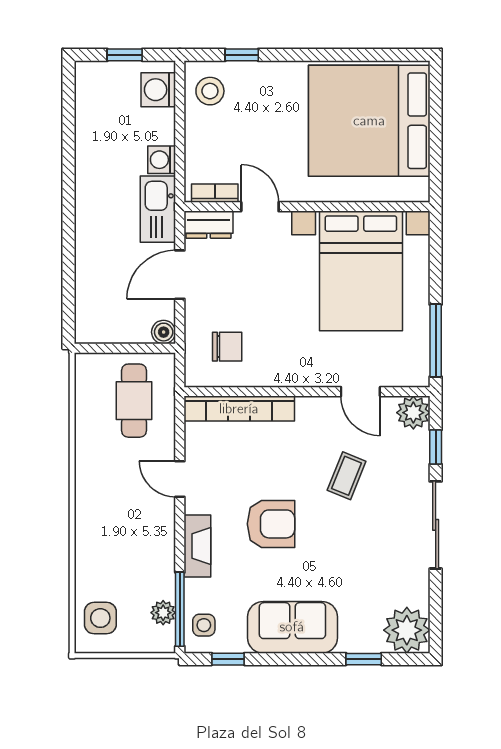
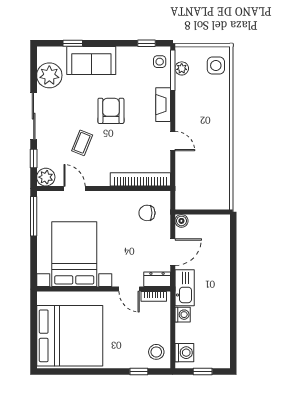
cafe table: (134, 401) -> (198, 184), removed
armchair: (271, 524) -> (111, 111), moved, turned 90
sofa: (292, 627) -> (91, 60), moved
plant: (407, 630) -> (49, 75), moved

